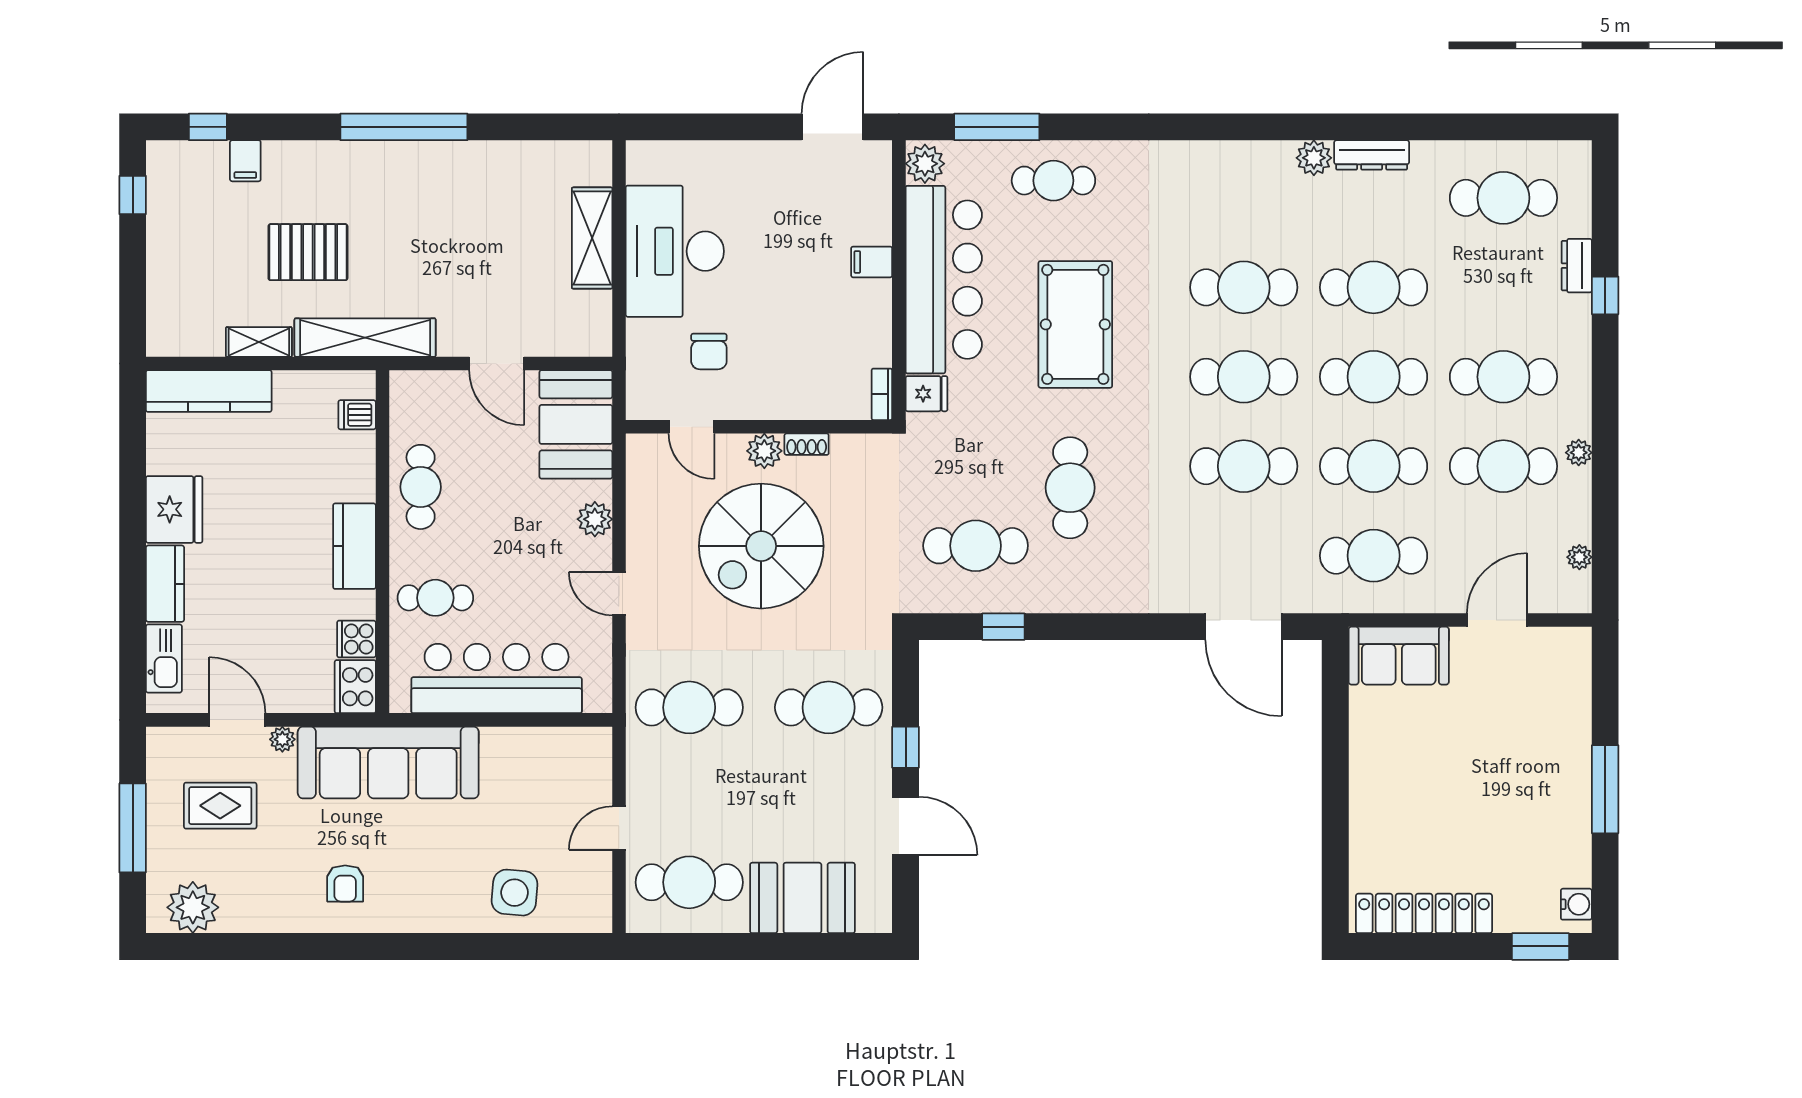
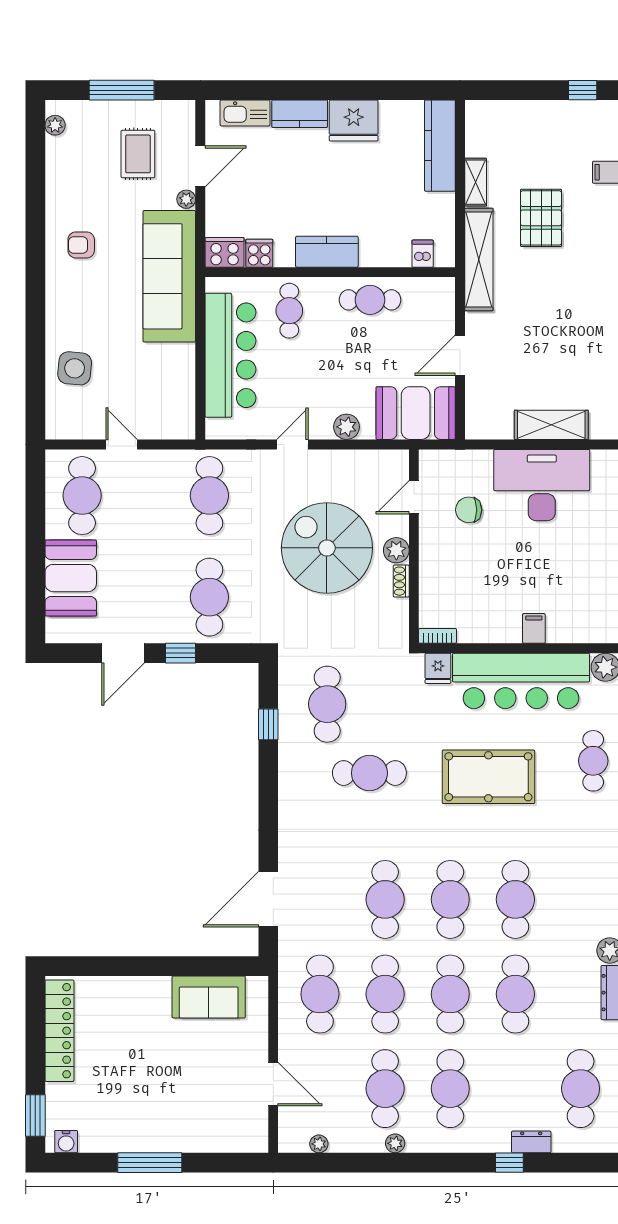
sofa: (1399, 656) -> (209, 997), moved, turned -90
plant: (193, 907) -> (55, 125), width x0.53, depth x0.53

